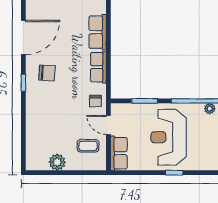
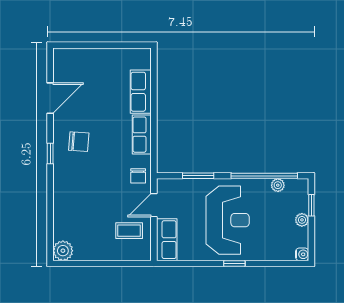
door: (23, 37) -> (50, 98), width x0.73
door: (108, 125) -> (154, 205), hinge flipped
reception desk: (169, 137) -> (228, 220), turned 180
plant: (57, 162) -> (63, 251), moved

